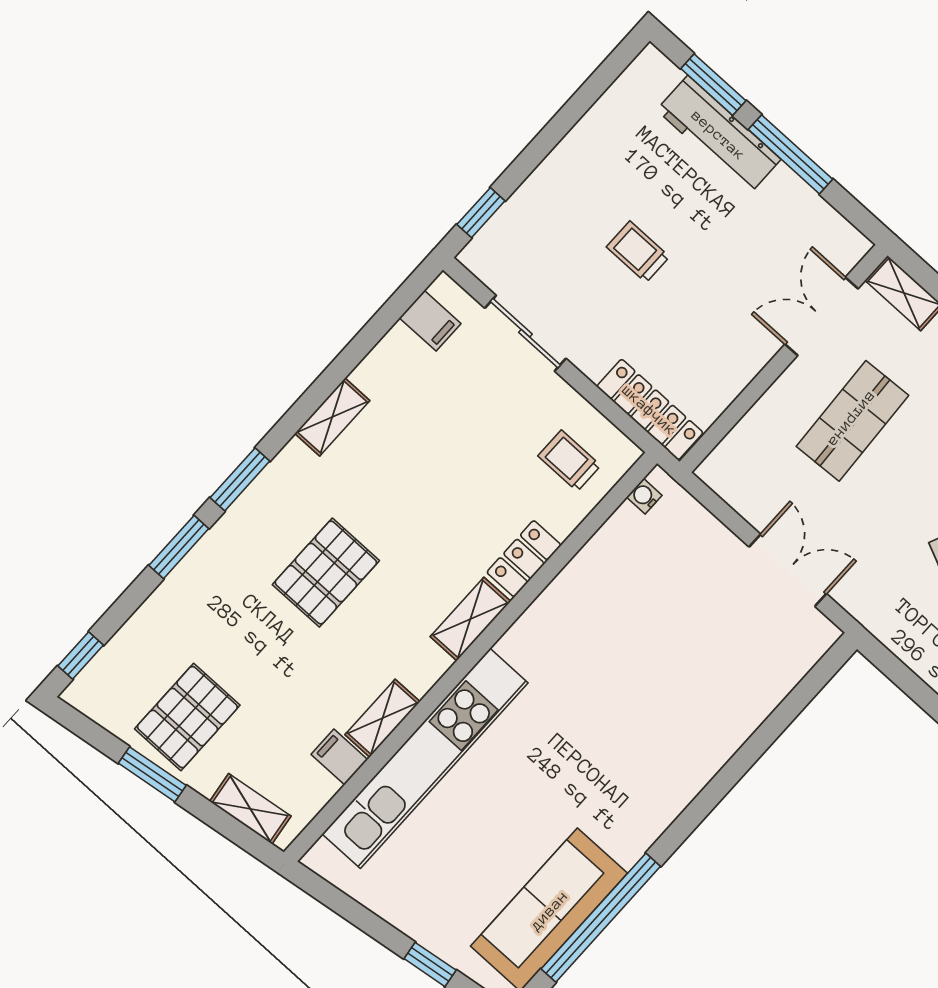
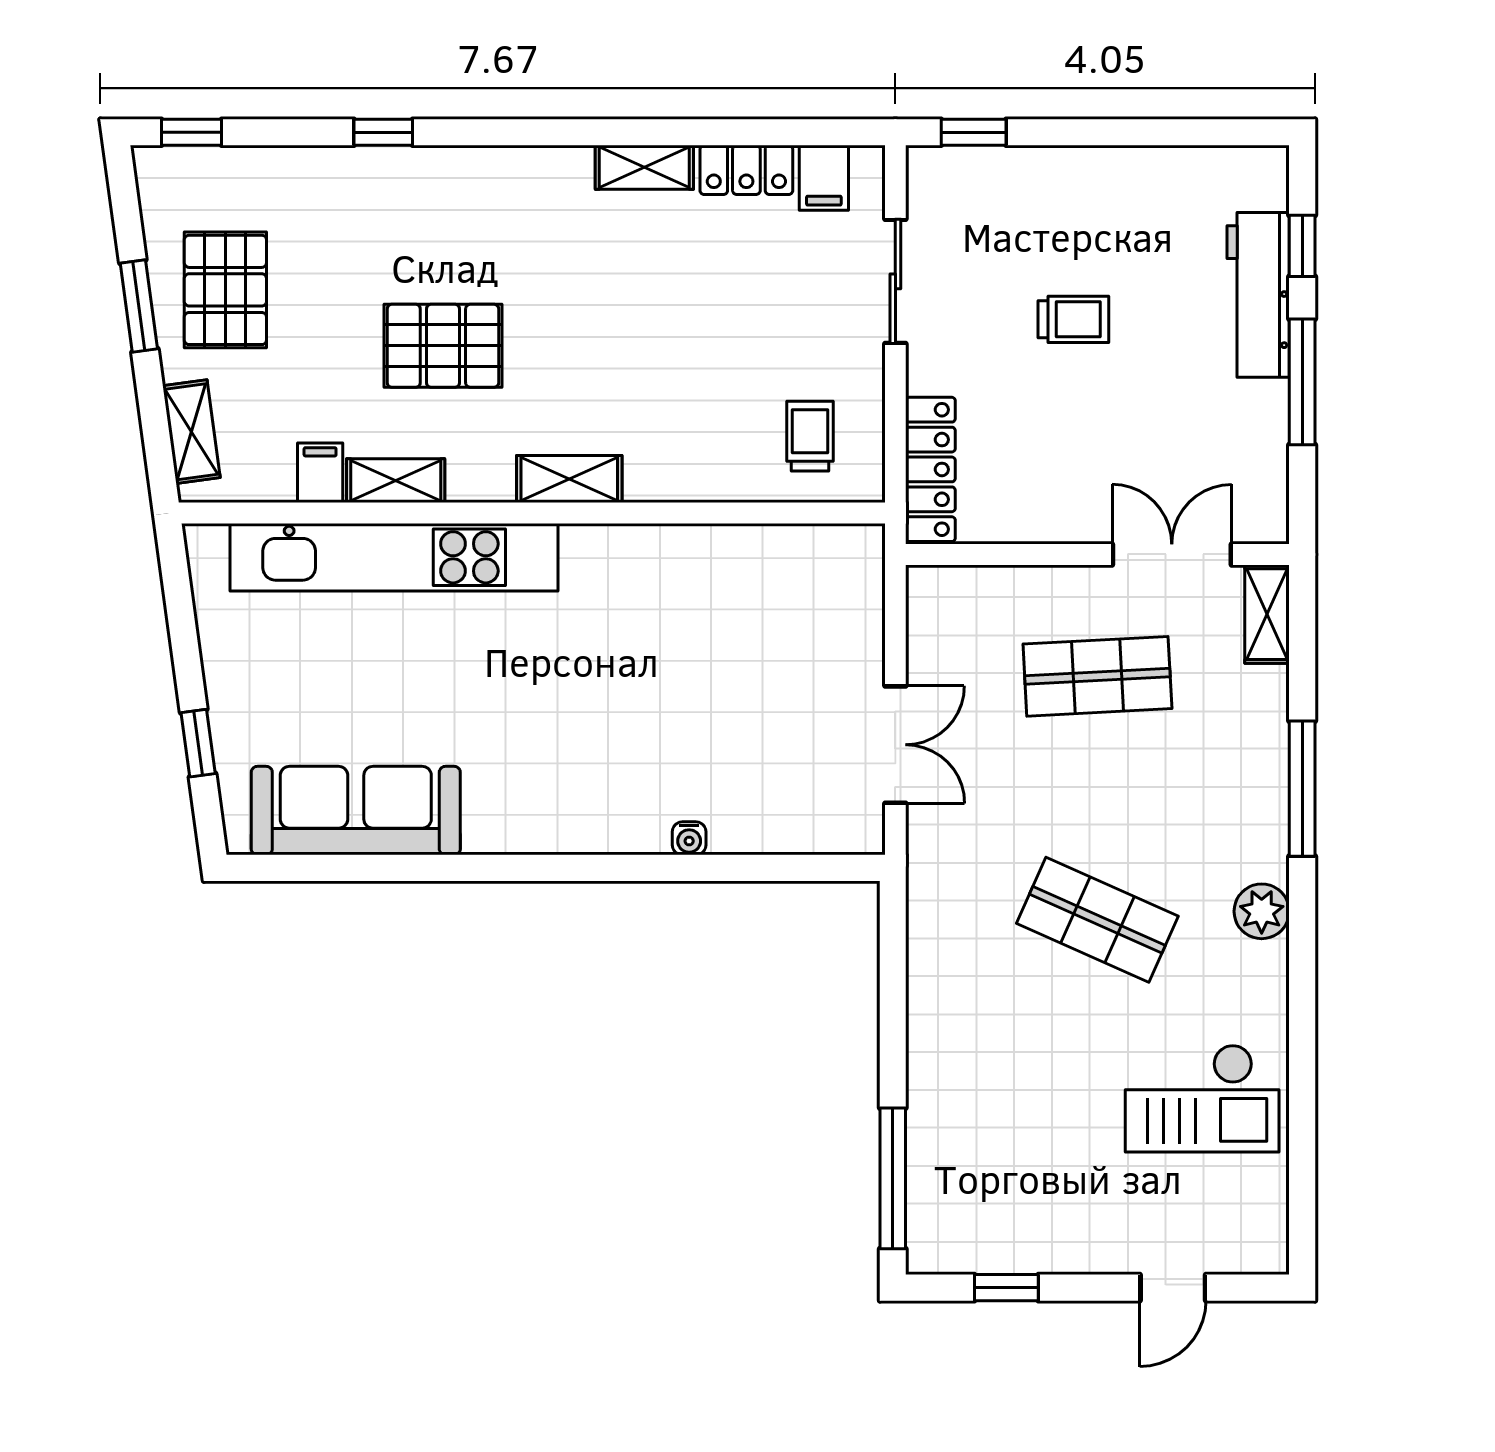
window: (713, 85) -> (1302, 246), width x0.67
trolley: (638, 252) -> (1073, 319), turned 90
window: (240, 479) -> (503, 132), removed
water cooler: (644, 496) -> (689, 838), moved, turned 180
window: (179, 547) -> (383, 132), width x0.67
locker: (524, 559) -> (746, 170), moved, turned 180
pallet: (326, 573) -> (443, 346), moved
pallet: (187, 717) -> (225, 290), turned 90
window: (601, 918) -> (394, 868), removed

